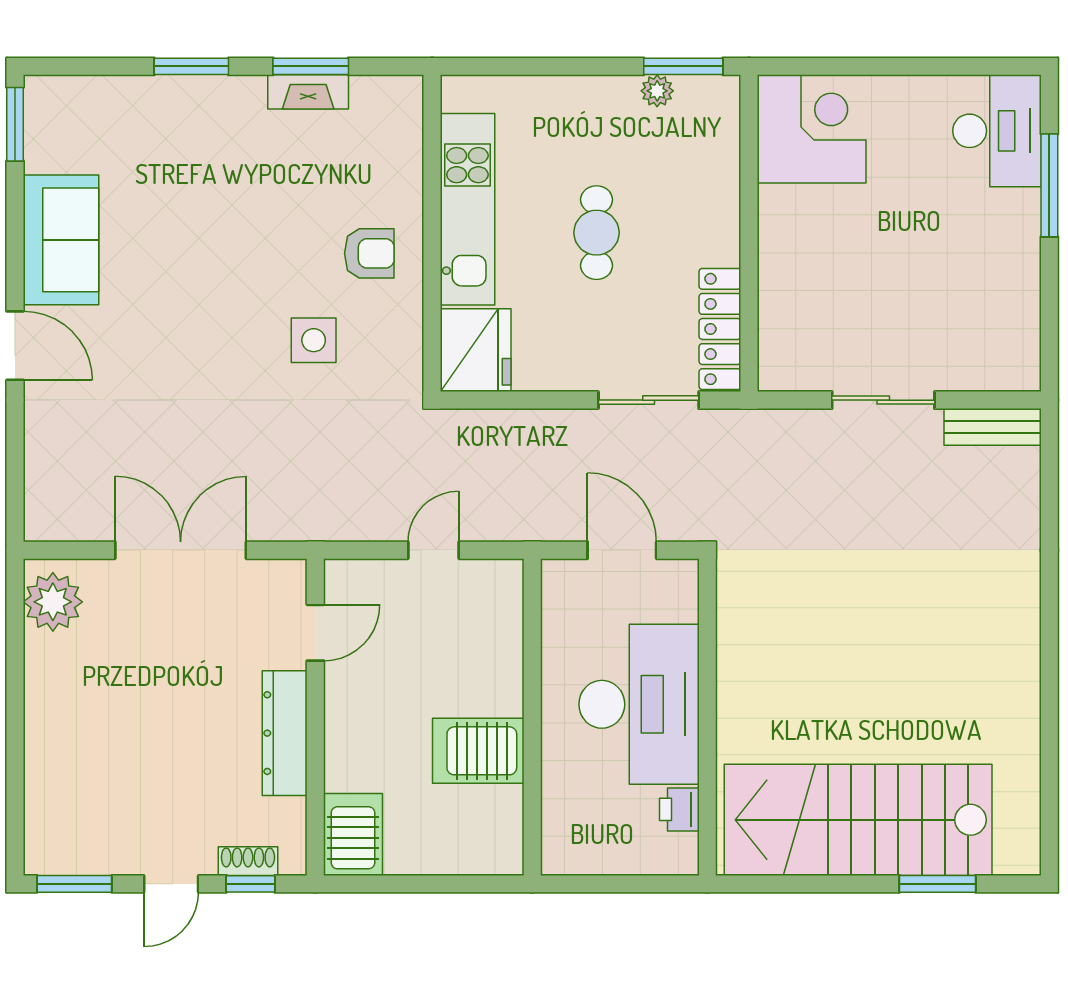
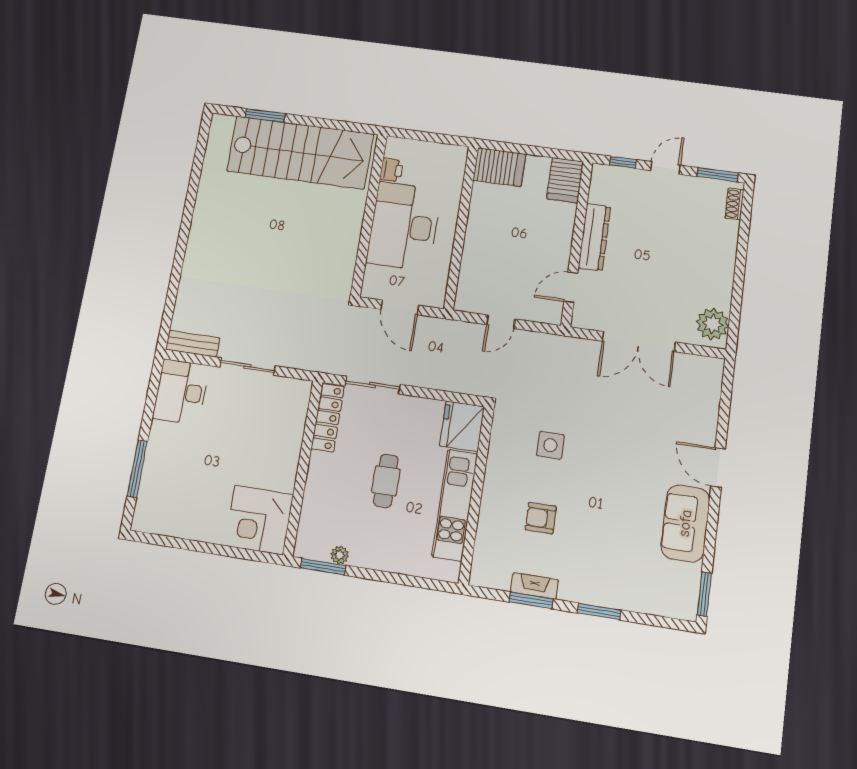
desk: (997, 131) -> (181, 392), moved
armchair: (369, 253) -> (541, 518), moved
server rack: (478, 751) -> (499, 167), moved
shoe rack: (248, 861) -> (734, 204), moved, turned 90

